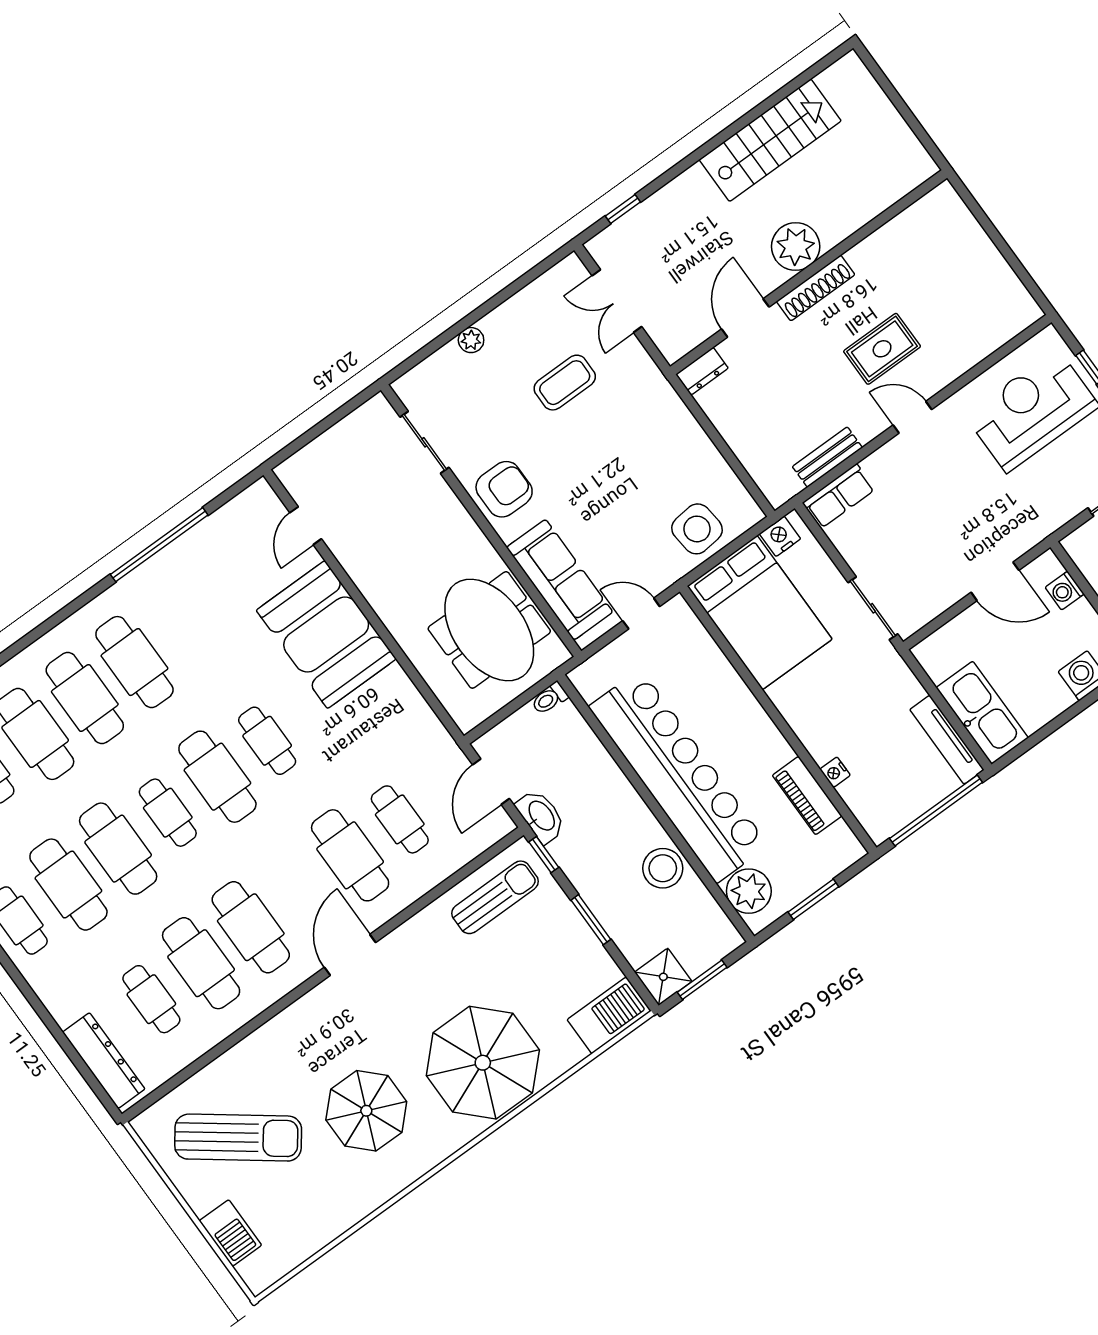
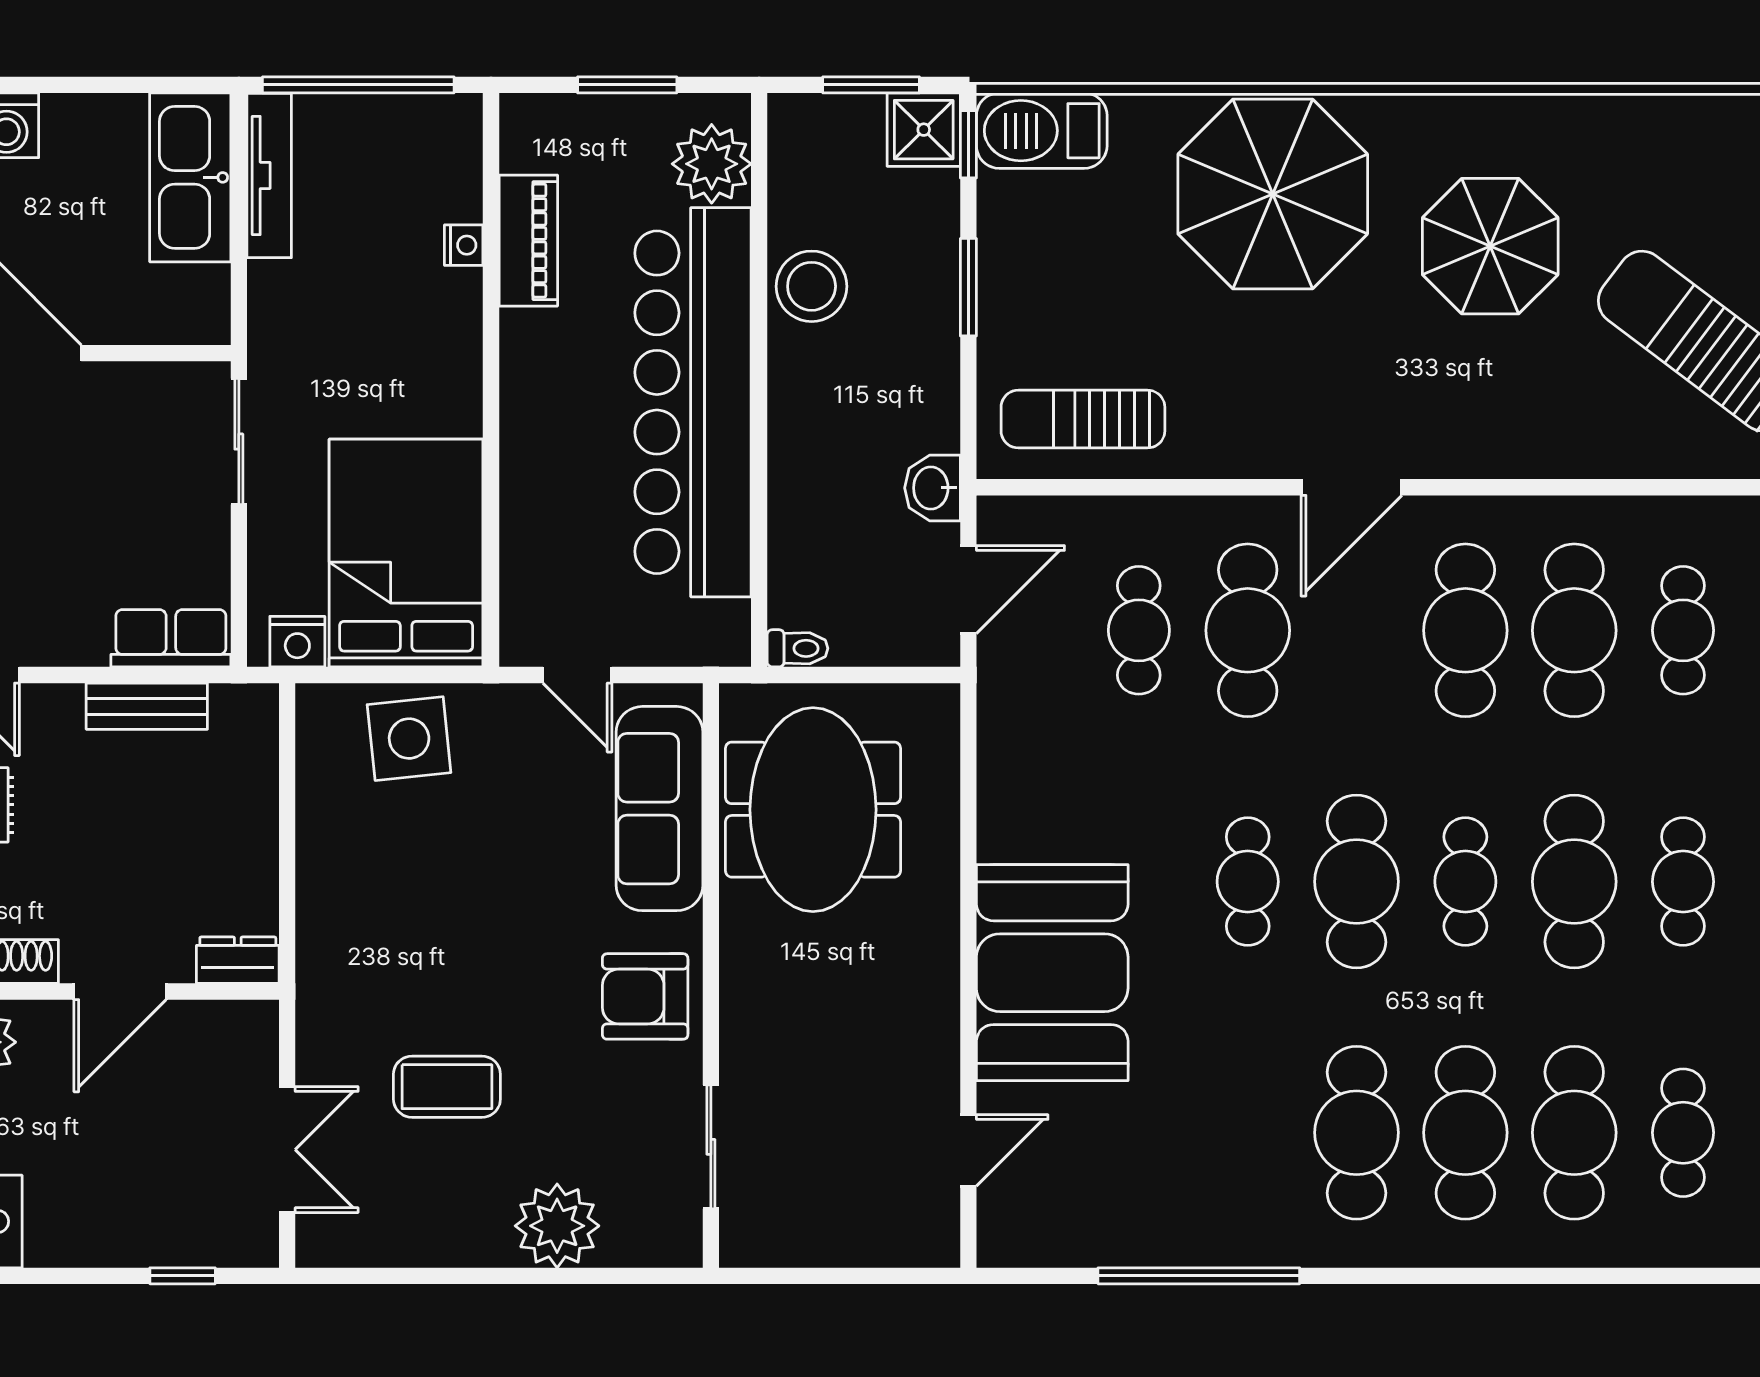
plant: (471, 340) -> (557, 1226), width x1.88, depth x1.88
washbasin: (541, 816) -> (932, 488), width x0.72
window: (544, 855) -> (968, 144), moved
cafe table: (68, 885) -> (1683, 882), width x0.73, depth x0.74

